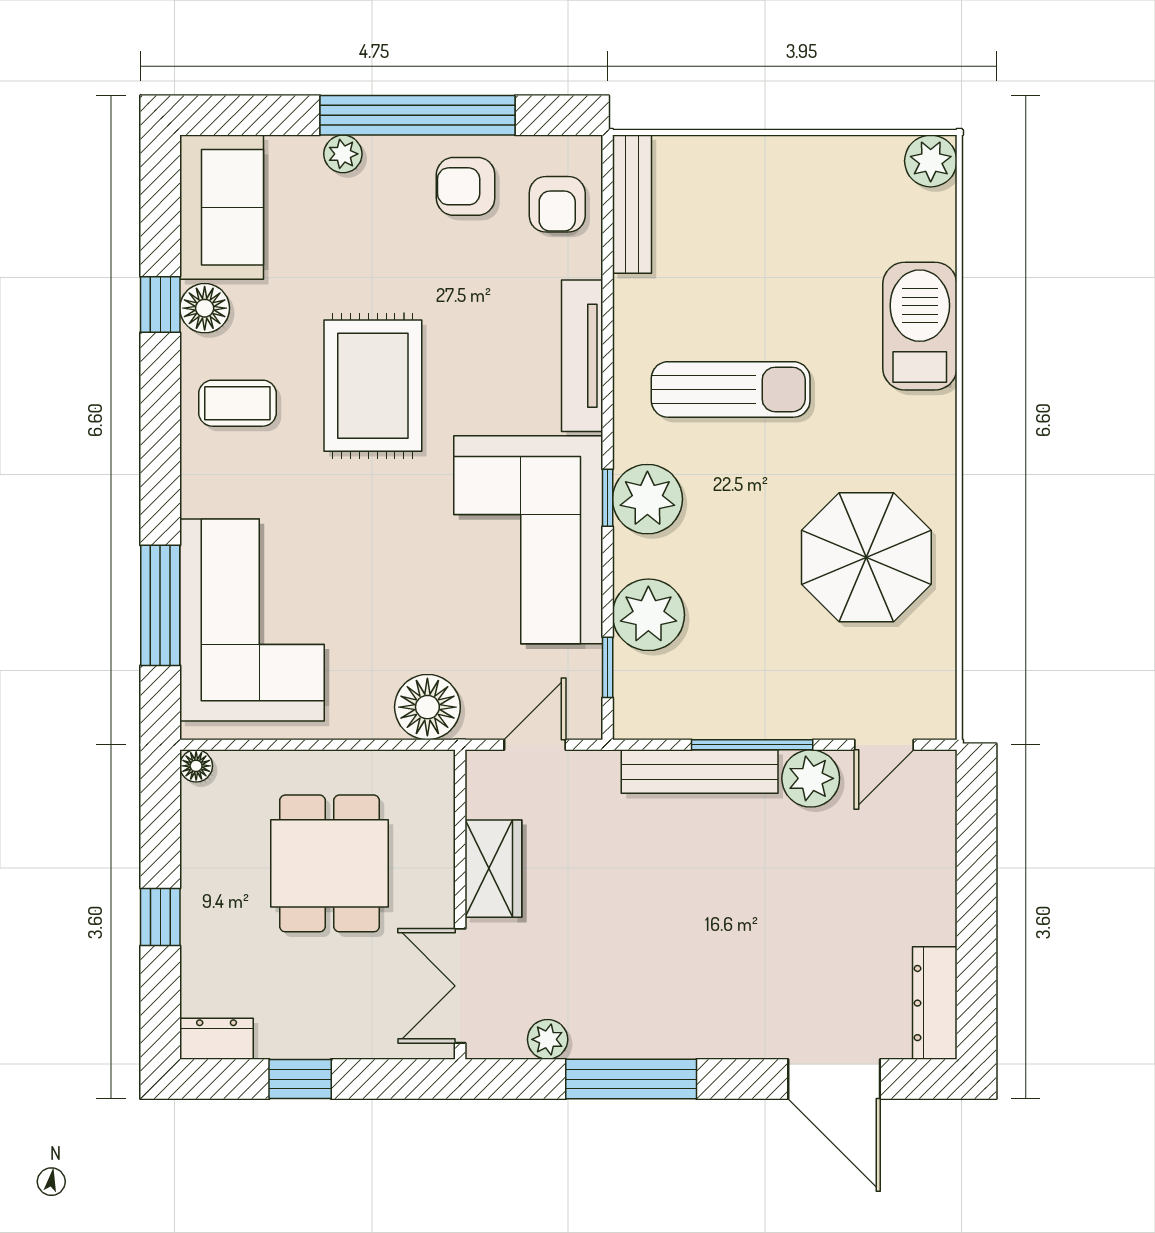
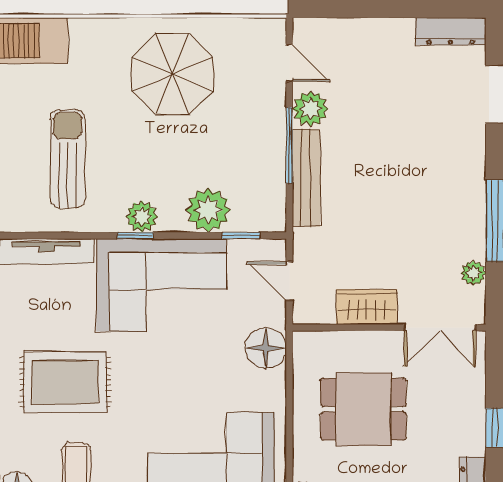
plant: (647, 499) -> (142, 217), width x0.73, depth x0.73

